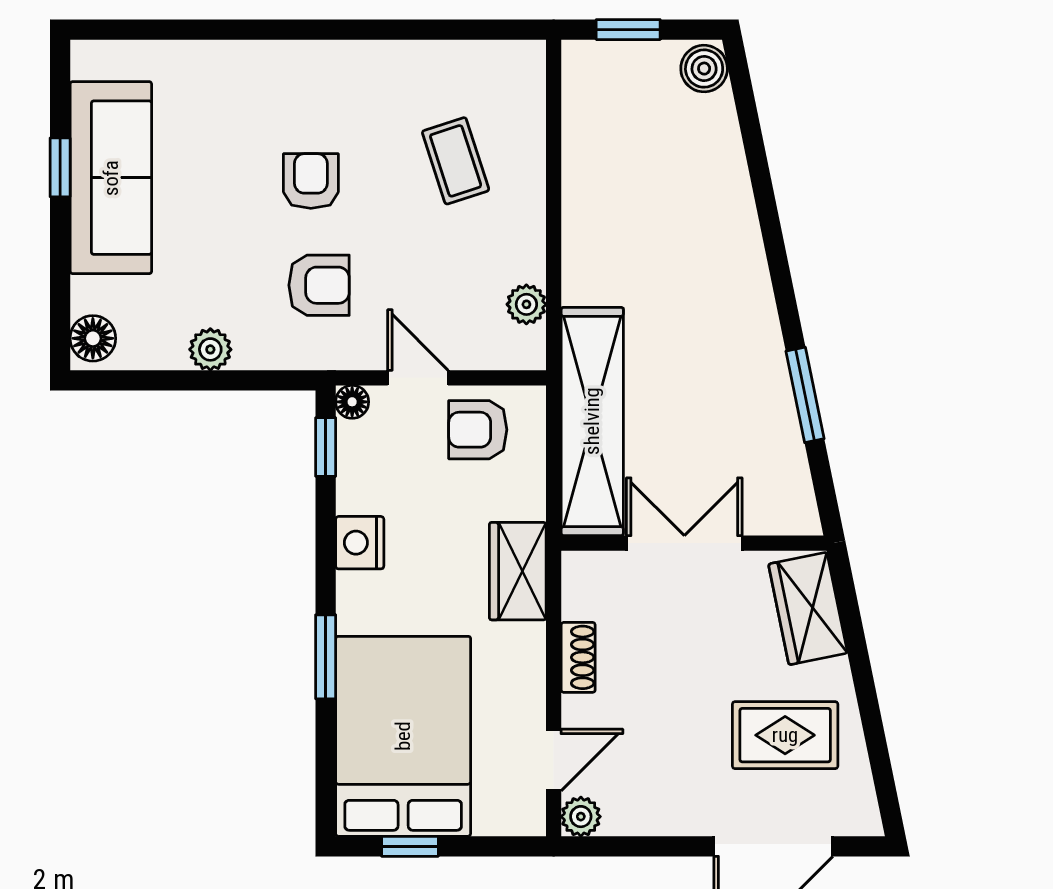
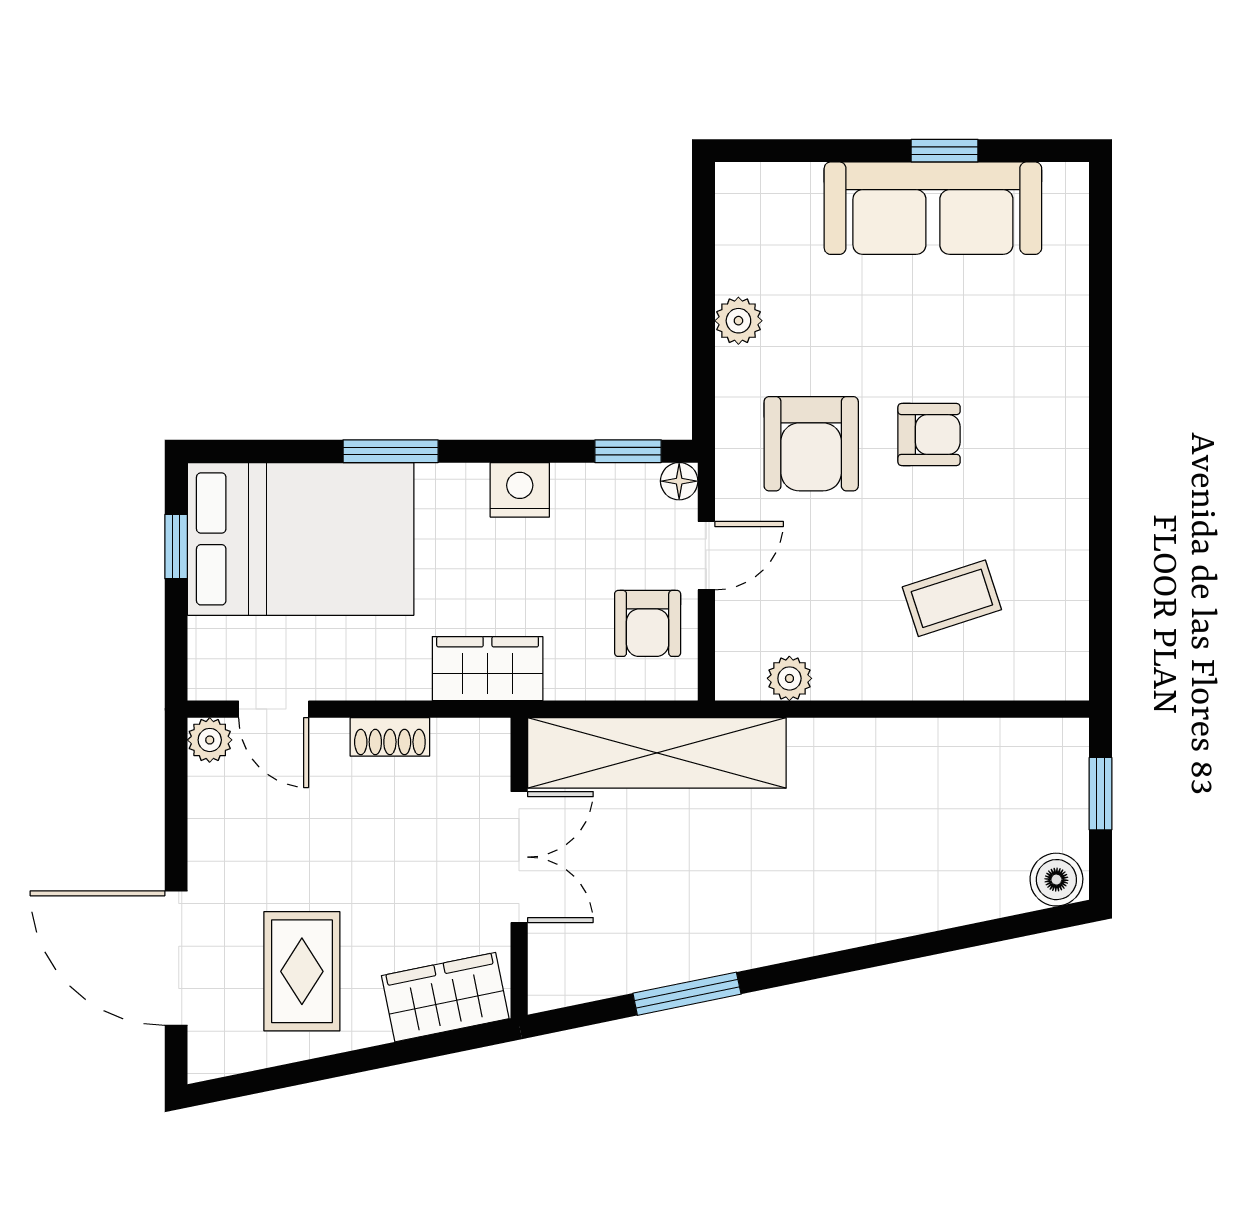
armchair: (319, 285) -> (811, 444), width x1.38, depth x1.38
floor lamp: (93, 338) -> (751, 188), removed
armchair: (478, 430) -> (648, 623), turned 180

